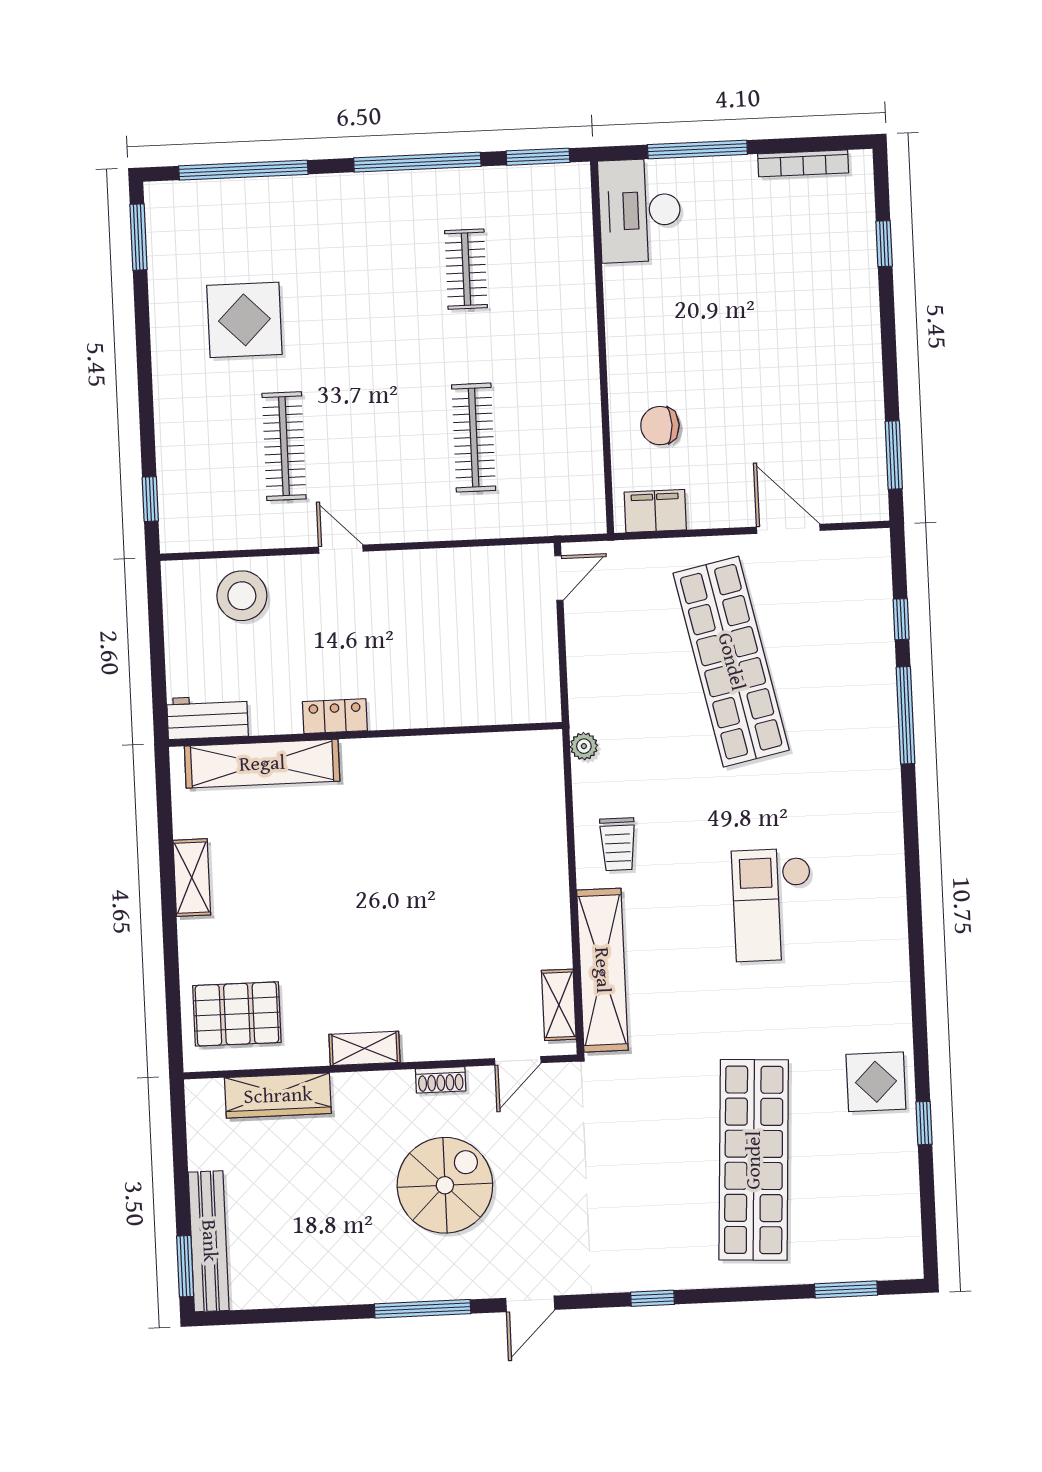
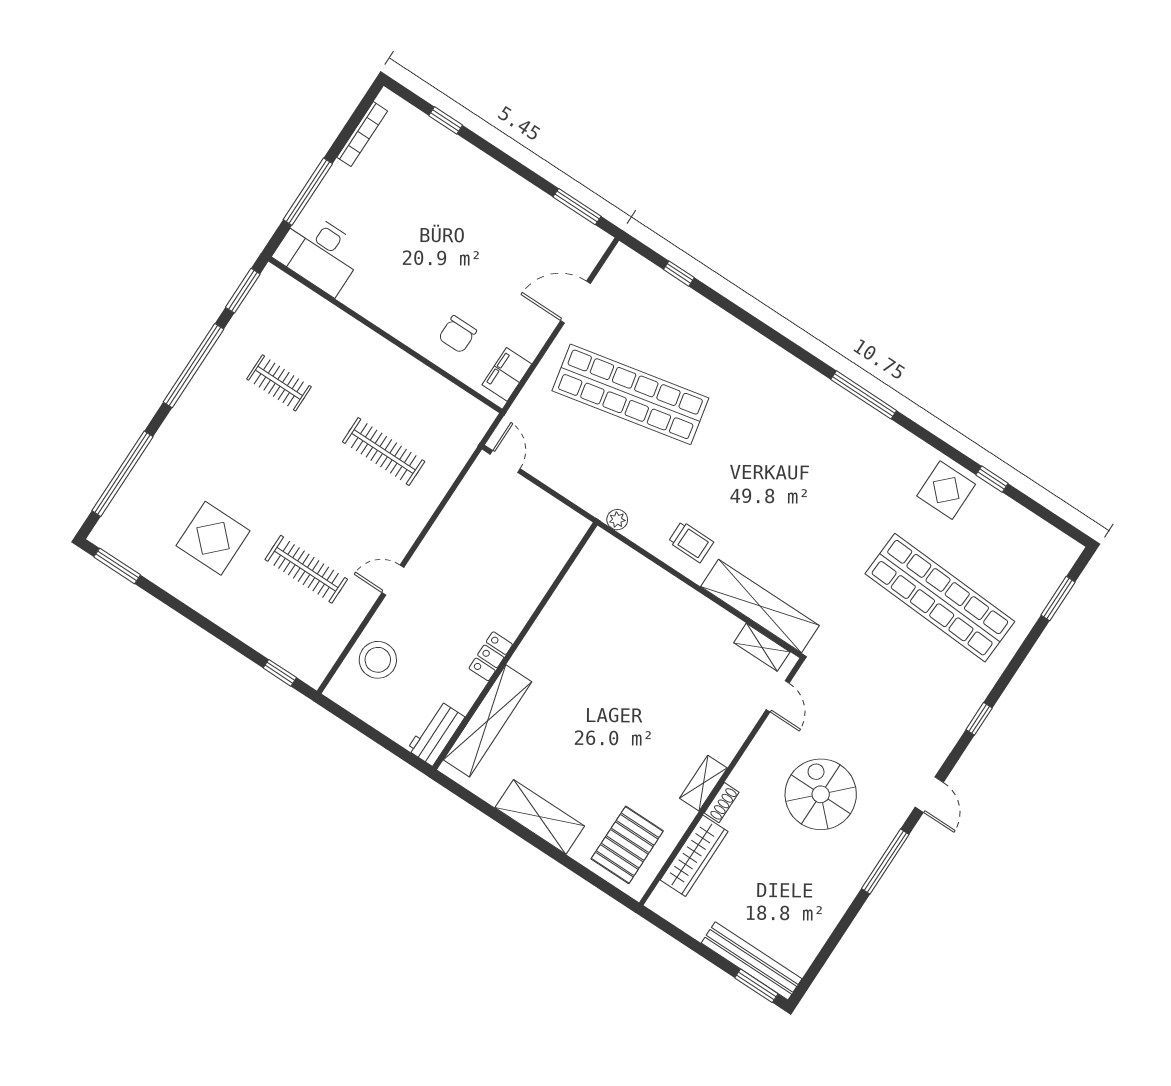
window: (906, 715) -> (864, 395), moved
shelving: (192, 878) -> (540, 817), width x1.50, depth x1.33
checkout: (773, 905) -> (795, 475), removed
shoe rack: (441, 1080) -> (722, 803), moved

